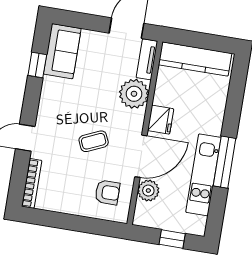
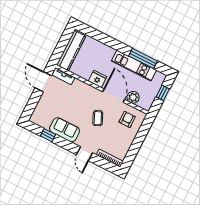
sofa: (62, 51) -> (65, 130), moved
plant: (134, 94) -> (79, 89), removed
window: (225, 162) -> (143, 58), moved

